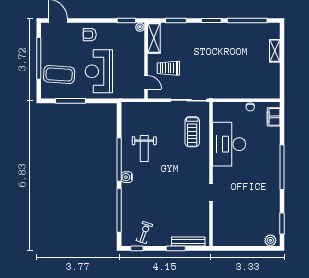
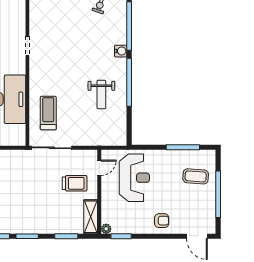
reception desk: (99, 71) -> (134, 178), moved
coffee table: (59, 74) -> (196, 176), width x0.73, depth x0.76
door: (146, 82) -> (99, 168), swing flipped
weight bench: (144, 149) -> (101, 94), turned 180
water cooler: (127, 177) -> (121, 51), moved

